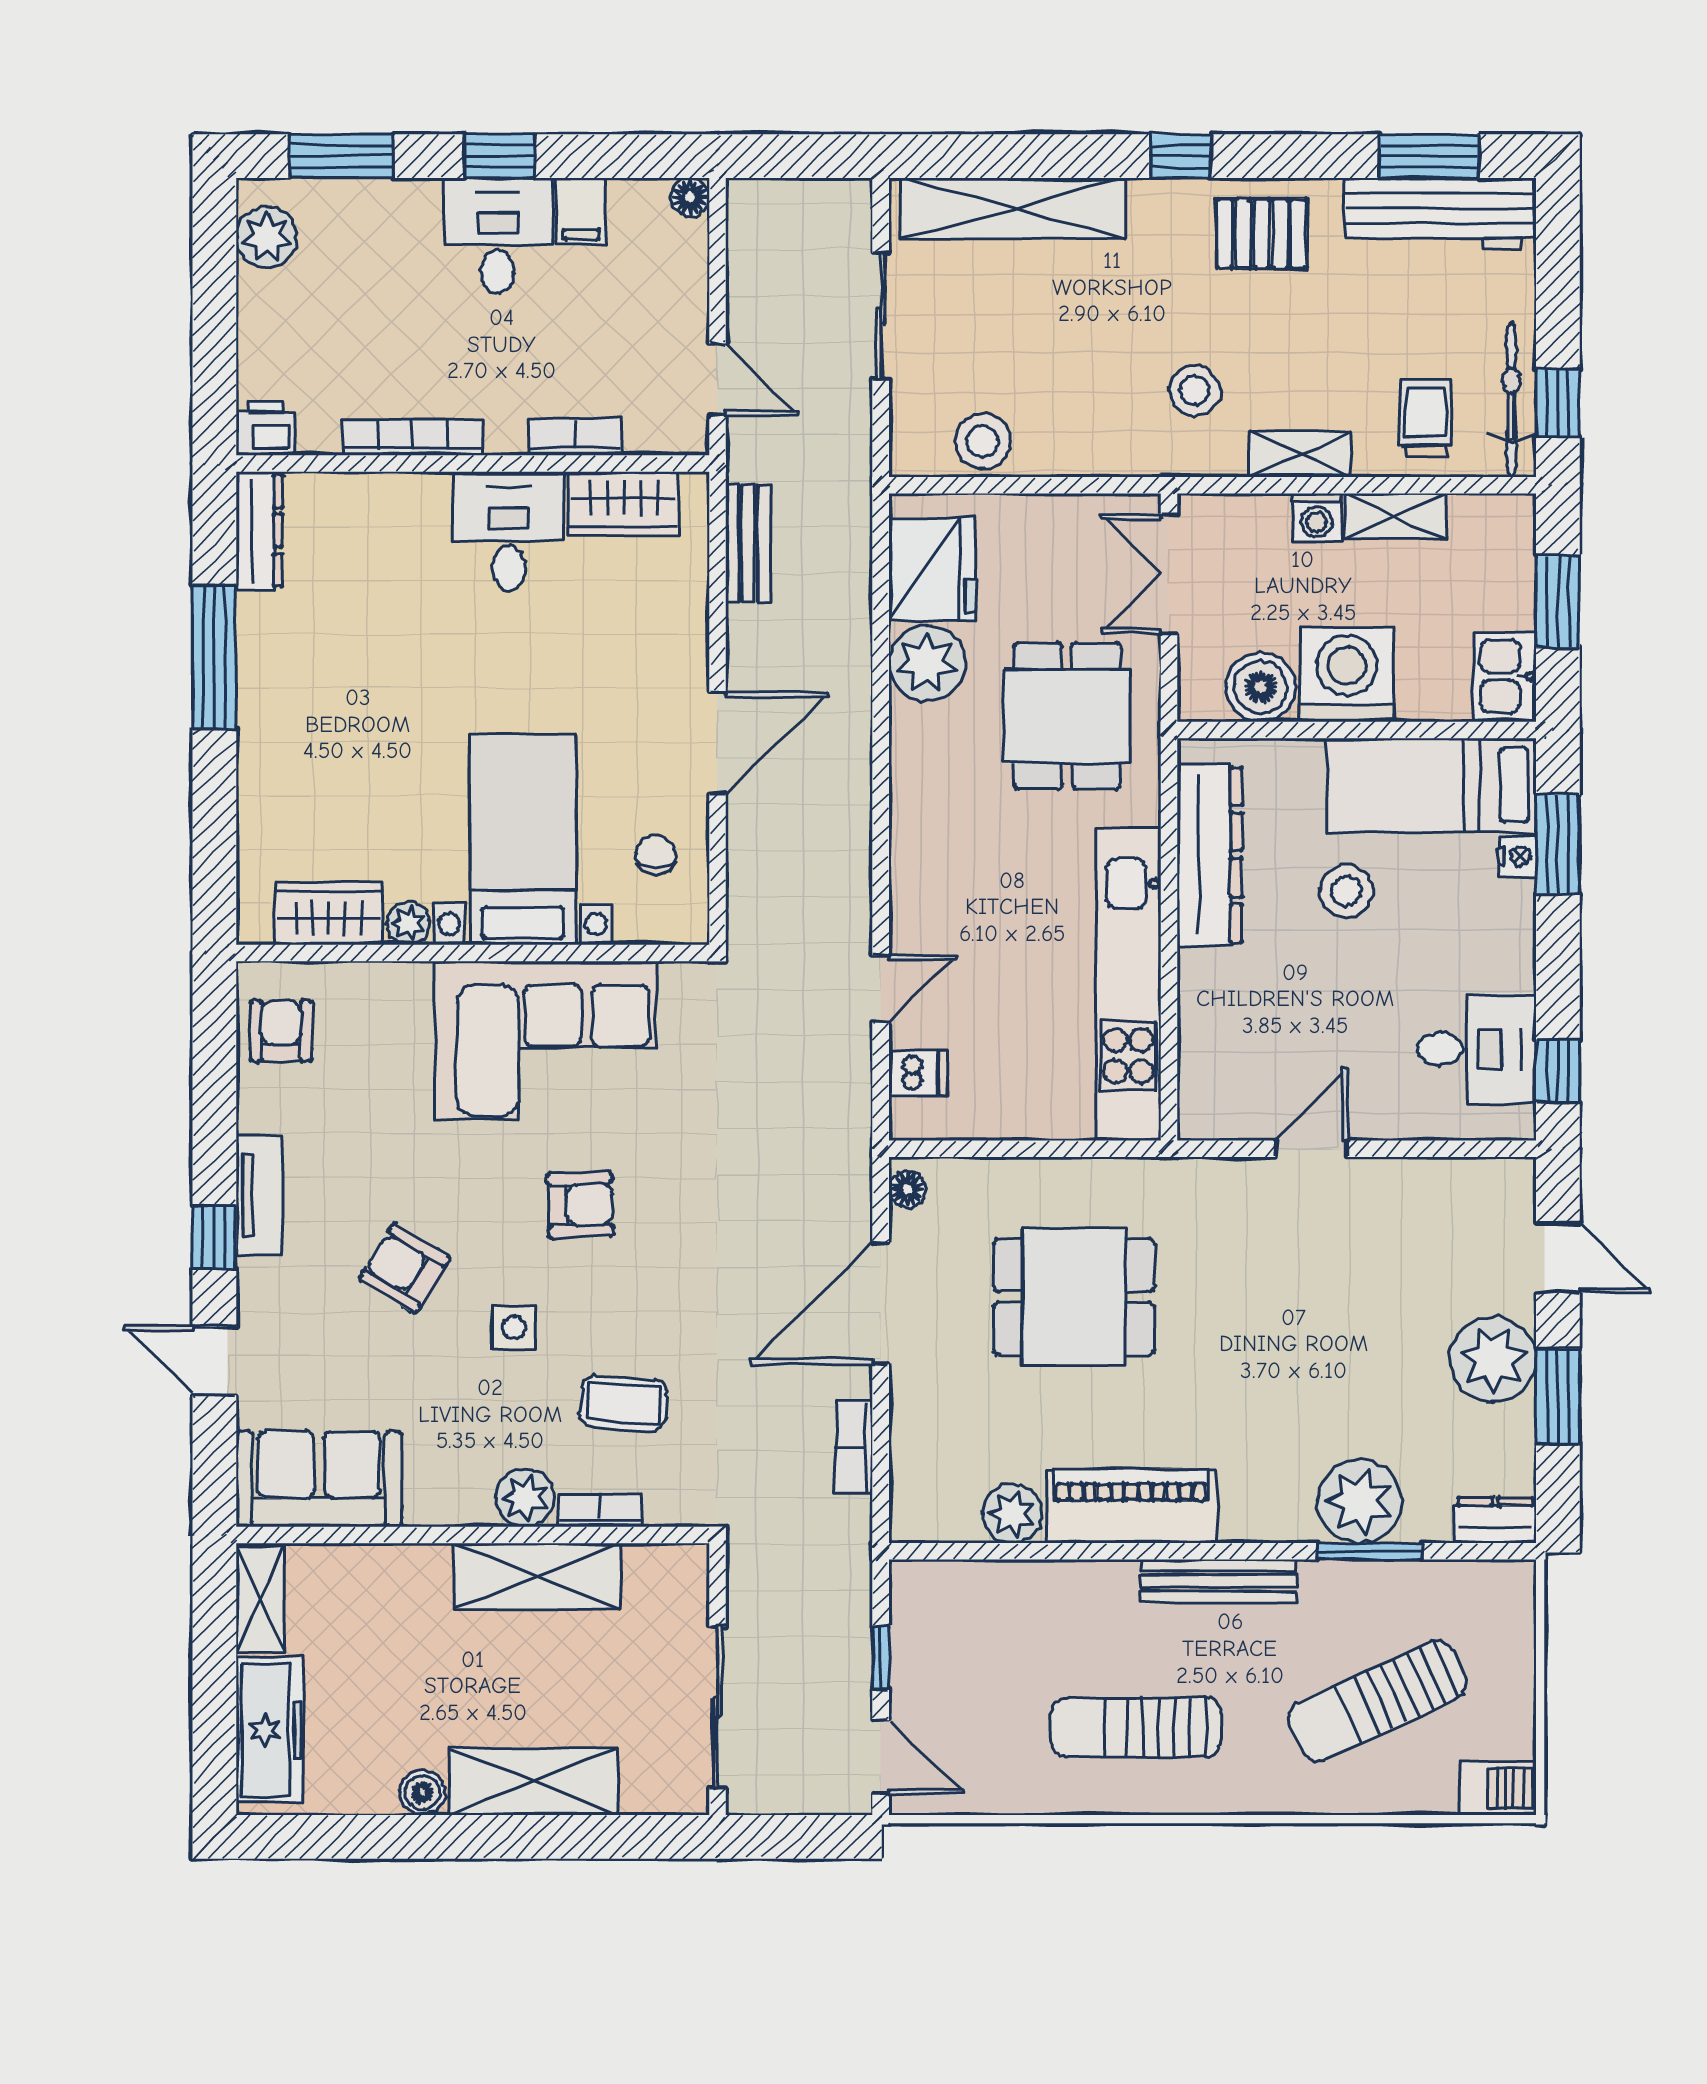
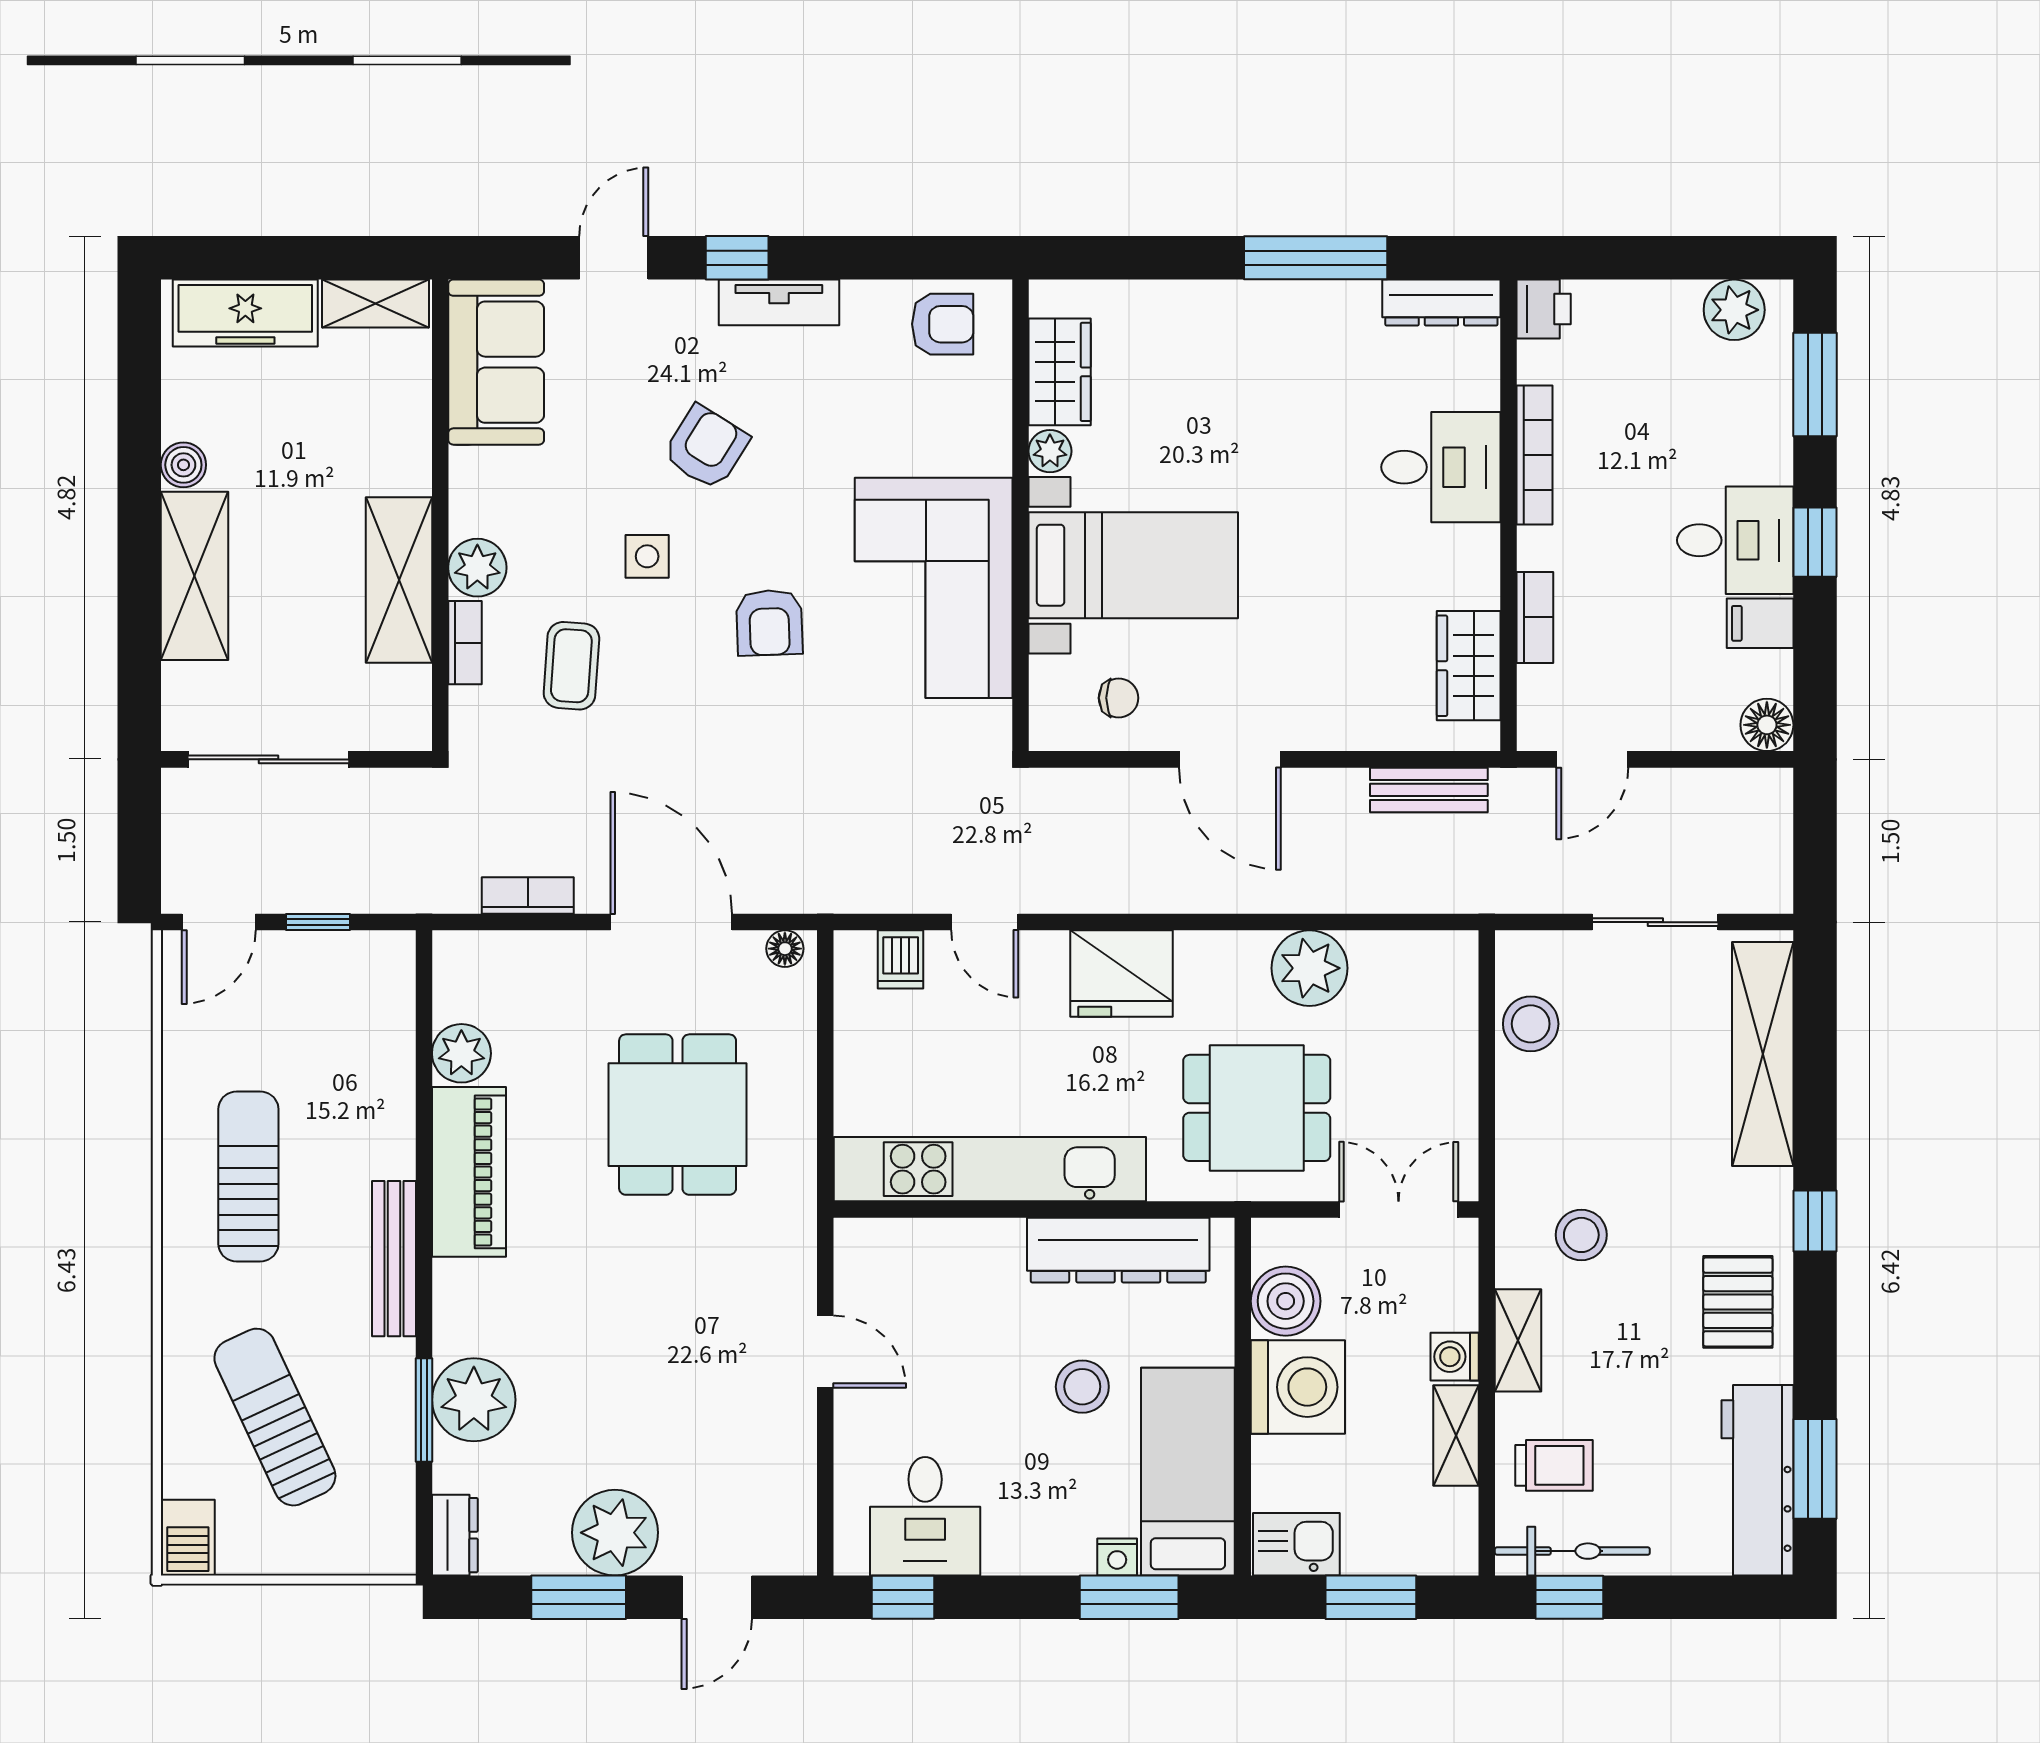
floor lamp: (690, 197) -> (1767, 725), width x1.37, depth x1.37
desk: (509, 531) -> (1441, 467), moved
fridge: (932, 569) -> (1121, 974), moved

